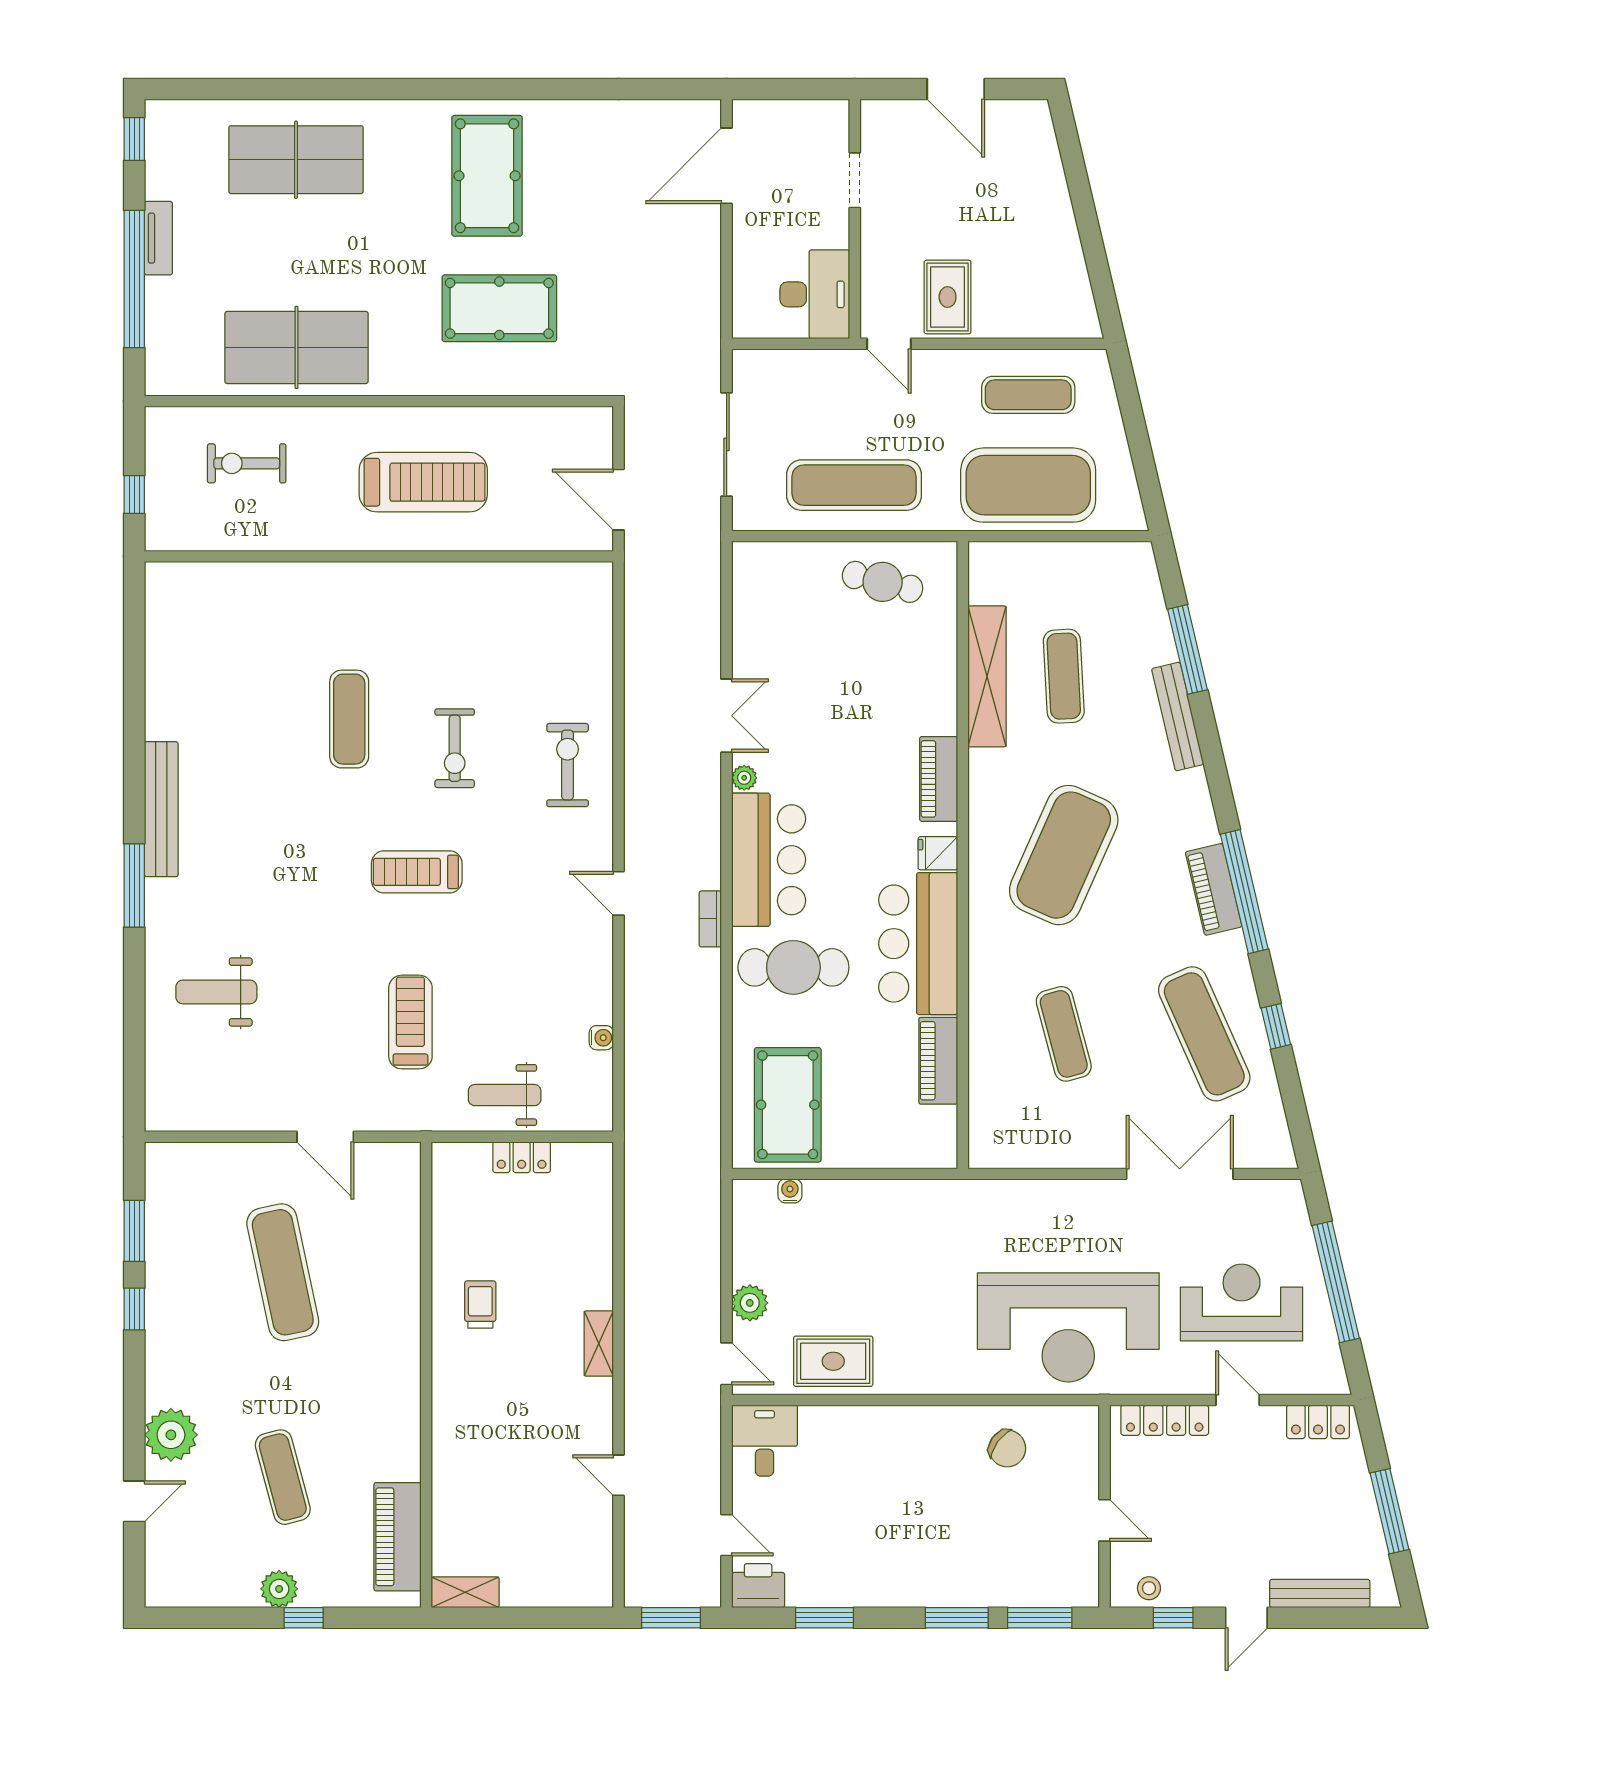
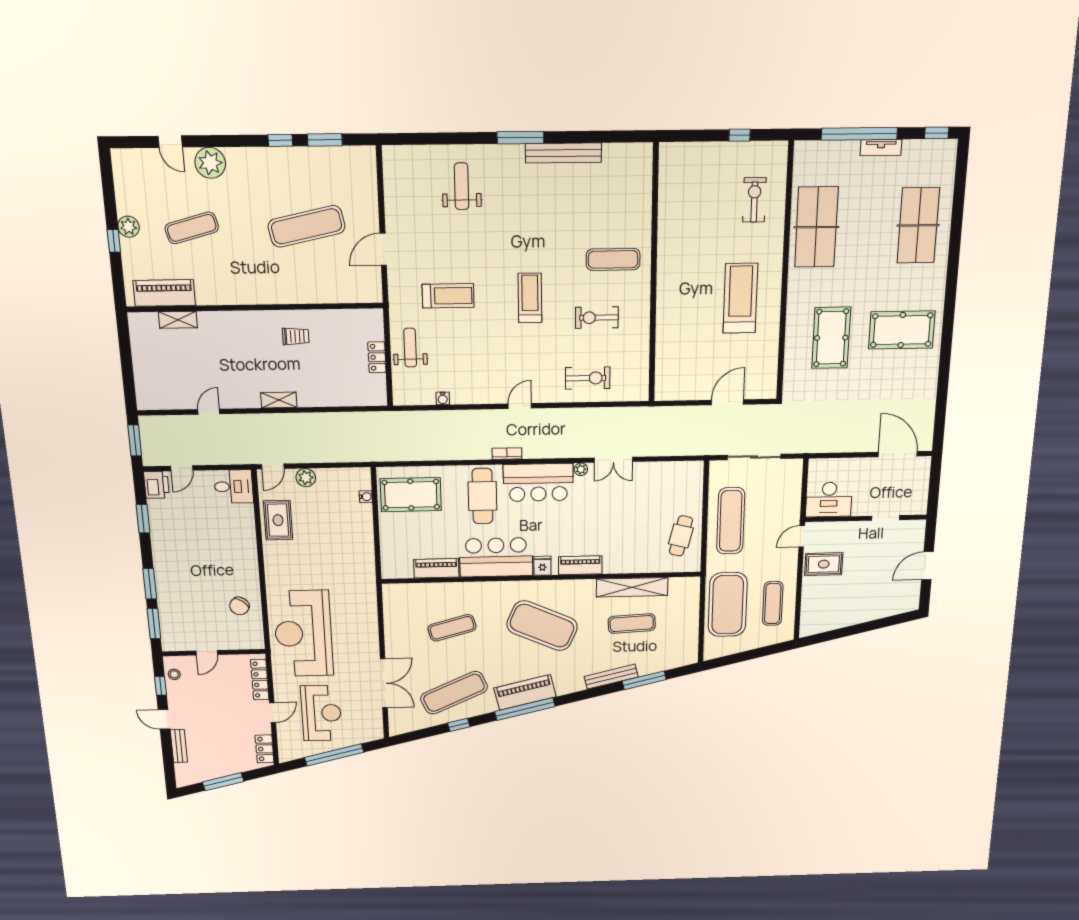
treadmill: (423, 482) -> (740, 298), turned 180
wall: (379, 556) -> (654, 275), moved
piano: (1214, 889) -> (525, 692), width x1.37, depth x1.33
shelving: (465, 1592) -> (178, 320), moved, turned 90
bench: (1320, 1593) -> (179, 746), width x0.73

